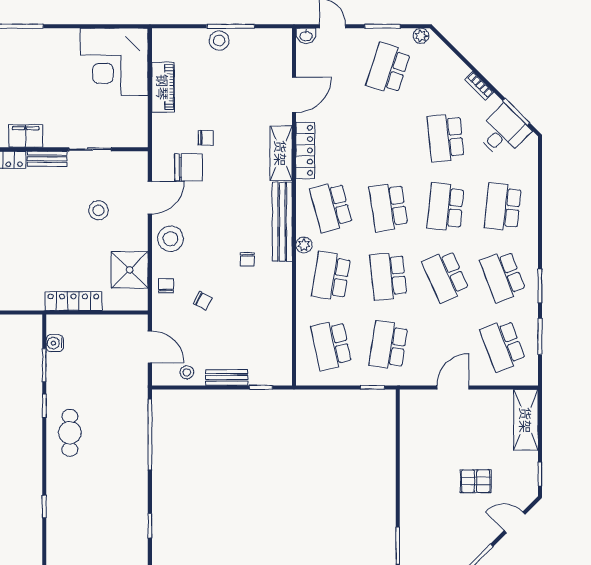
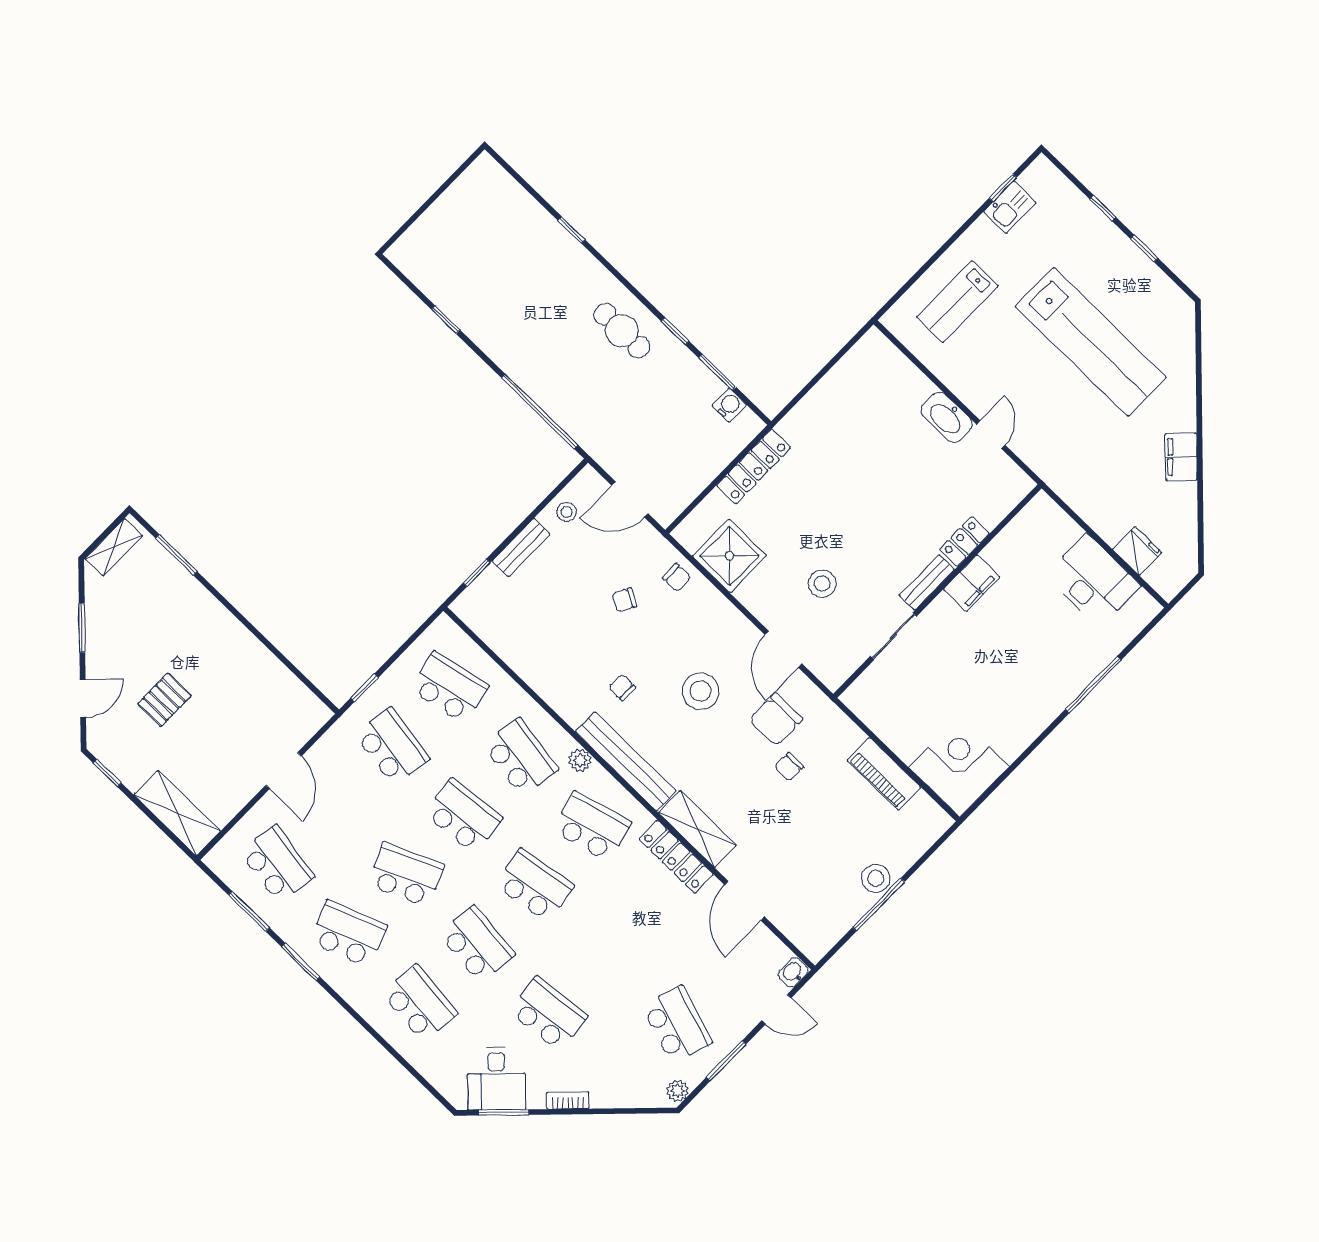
corner desk: (114, 62) -> (959, 767), width x0.74, depth x0.74
stool: (171, 239) -> (701, 691), moved
school desk: (503, 345) -> (277, 864), turned 30

